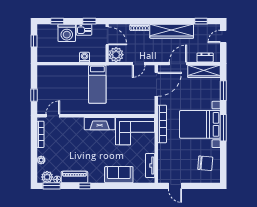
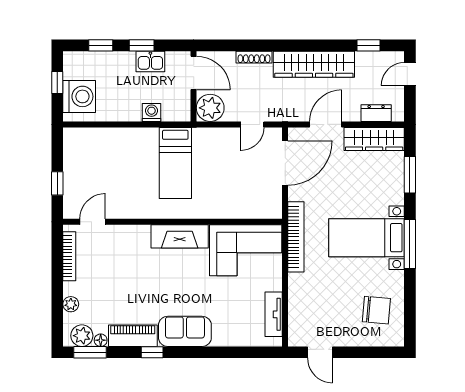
window: (89, 21) -> (142, 45), moved
washing machine: (67, 33) -> (79, 96), moved, turned -90
bed with nightstands: (200, 124) -> (367, 238), width x0.73
sofa: (119, 175) -> (185, 331), moved

